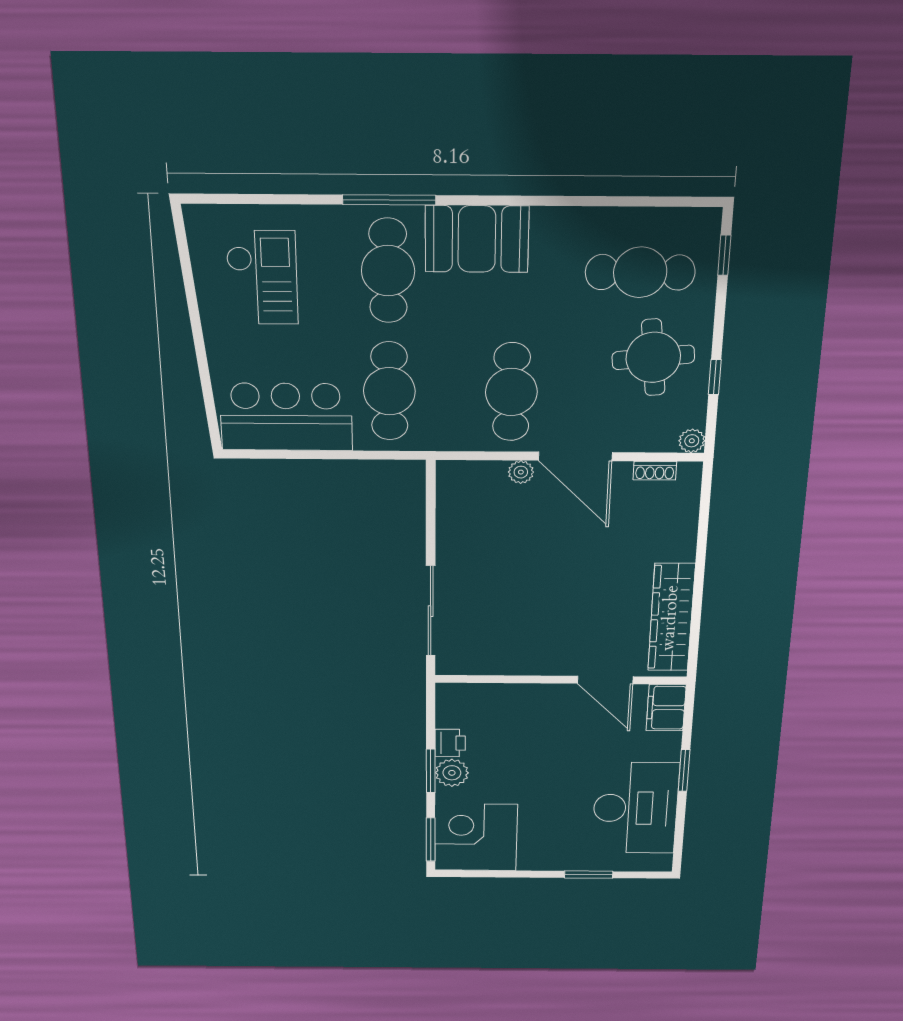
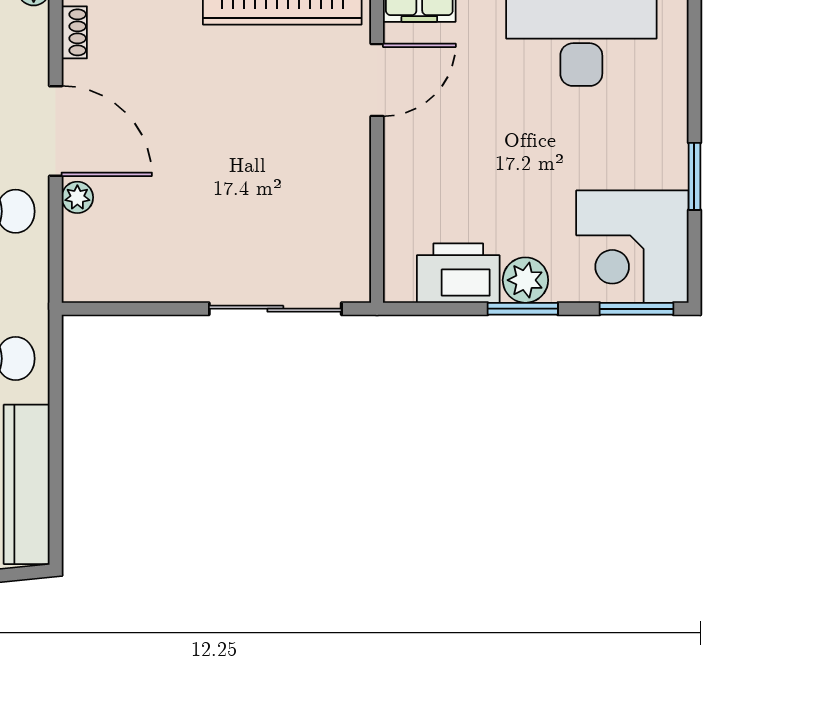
door: (575, 456) -> (56, 131), hinge flipped
printer: (450, 743) -> (458, 273), width x1.87, depth x1.48
window: (589, 875) -> (694, 176), moved

